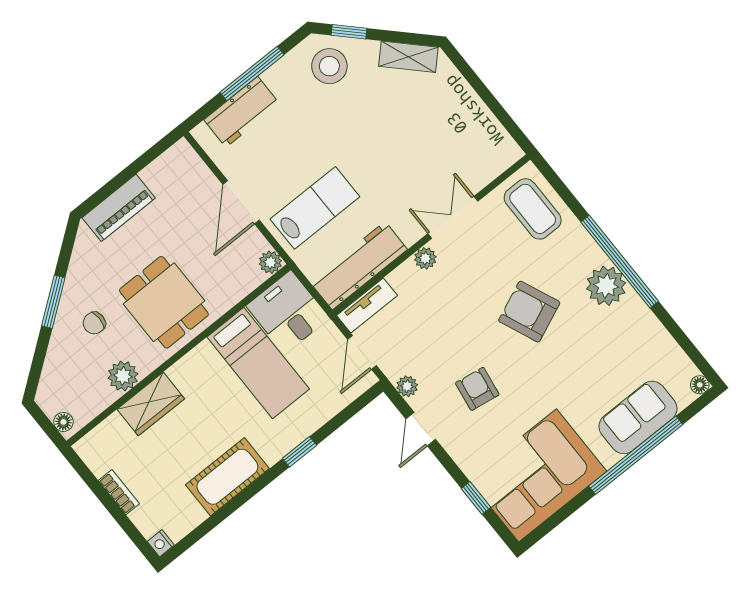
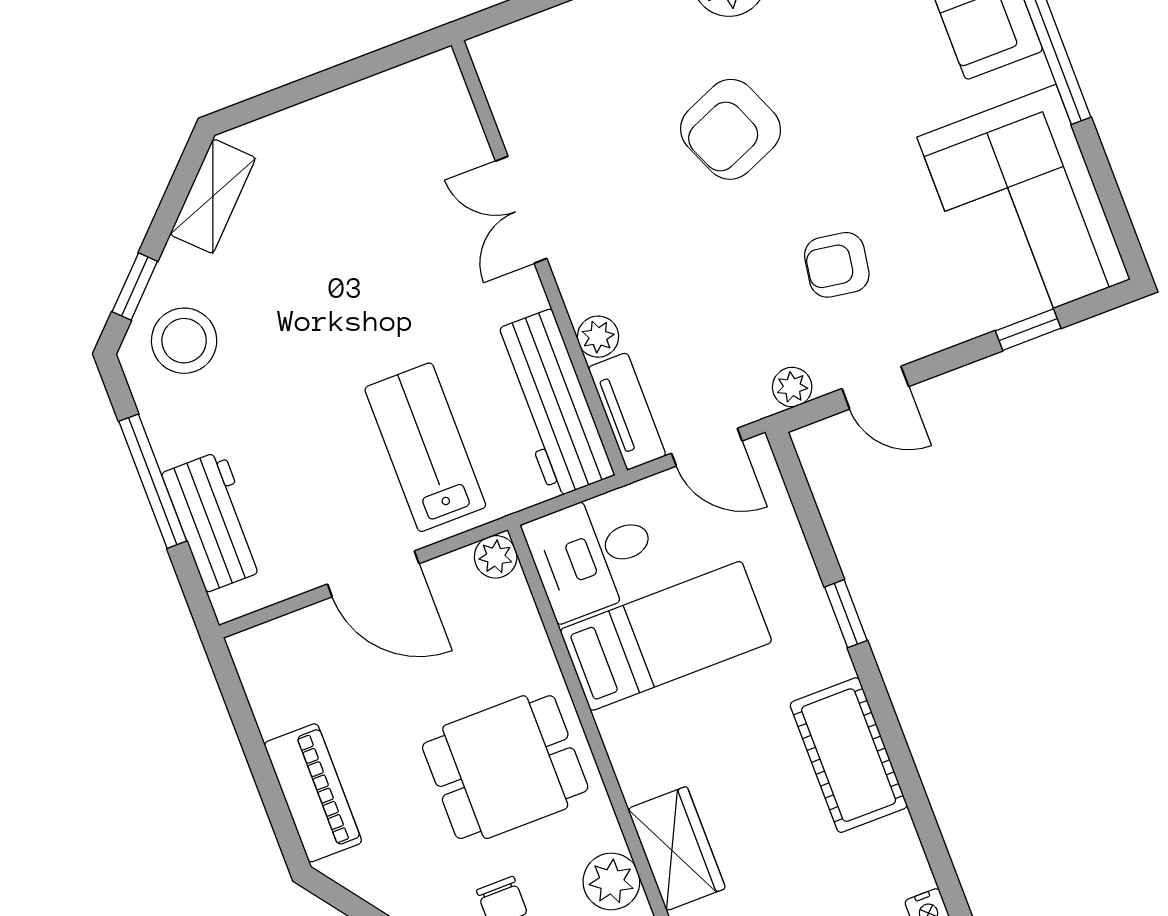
coffee table: (533, 209) -> (552, 65), removed
plant: (425, 258) -> (598, 337), moved

